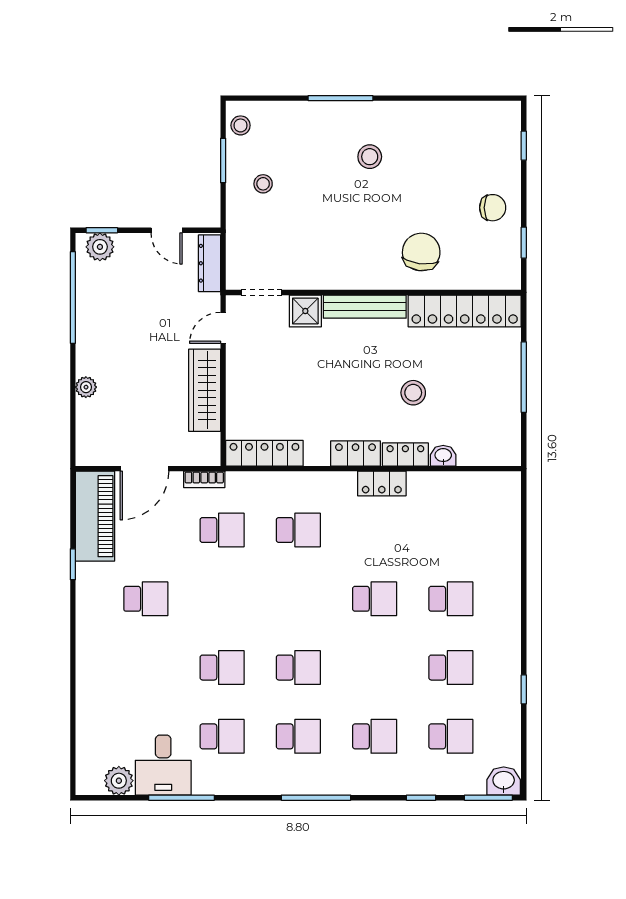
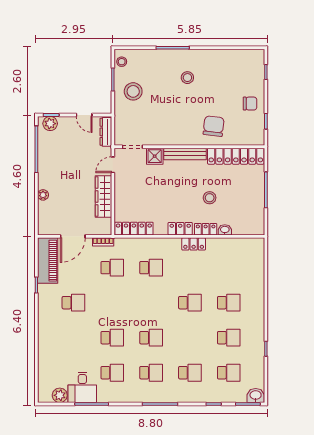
stool: (263, 184) -> (133, 91), width x1.89, depth x1.89

